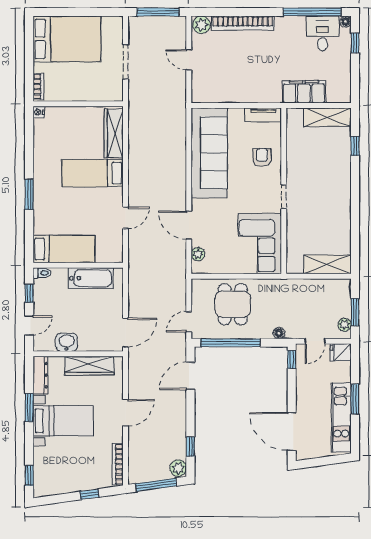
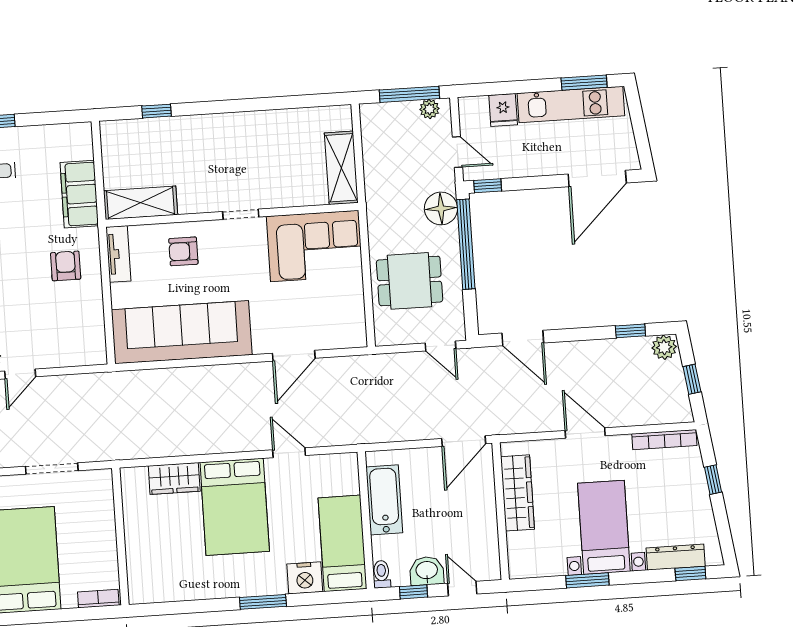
door: (189, 60) -> (20, 374), moved
armchair: (258, 80) -> (66, 266), added
nightstand: (39, 112) -> (305, 578), moved, width x1.89, depth x1.79
shelving: (327, 117) -> (140, 203), moved, turned 90
wardrobe: (114, 133) -> (174, 478), width x0.67
bed: (93, 173) -> (235, 507), width x1.50
plant: (198, 254) -> (337, 339), removed
shelving: (327, 264) -> (341, 168), moved
window: (355, 312) -> (409, 94), width x1.44
door: (126, 333) -> (464, 441), swing flipped
floor lamp: (279, 333) -> (441, 208), width x1.89, depth x1.89
washbasin: (67, 342) -> (427, 571), moved, turned 90
window: (230, 343) -> (466, 244), moved
fridge: (341, 352) -> (503, 110), moved
dresser: (40, 375) -> (676, 557), moved
window: (355, 399) -> (584, 83), moved
window: (156, 485) -> (692, 379), width x0.46

